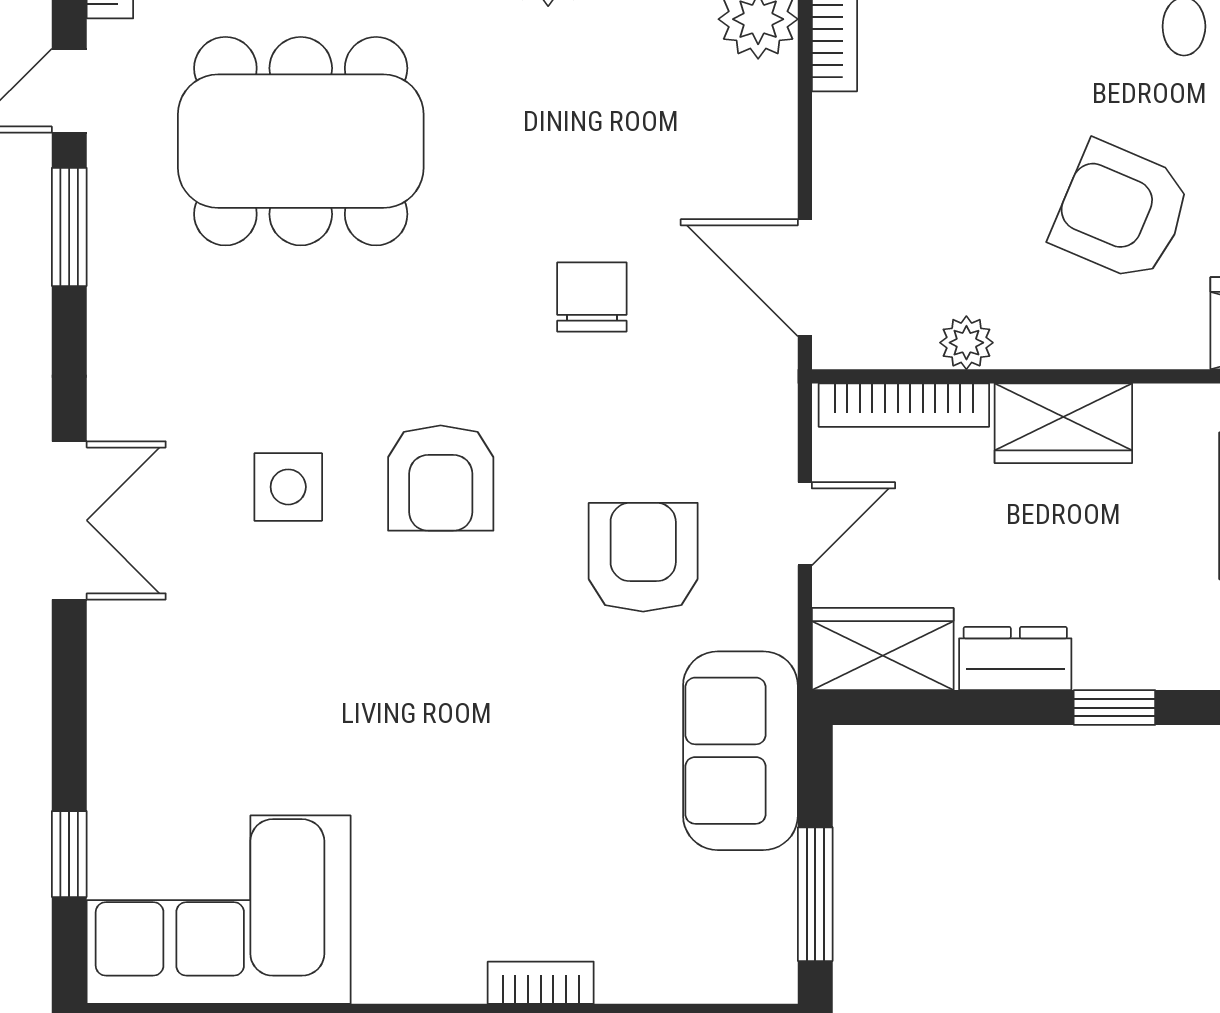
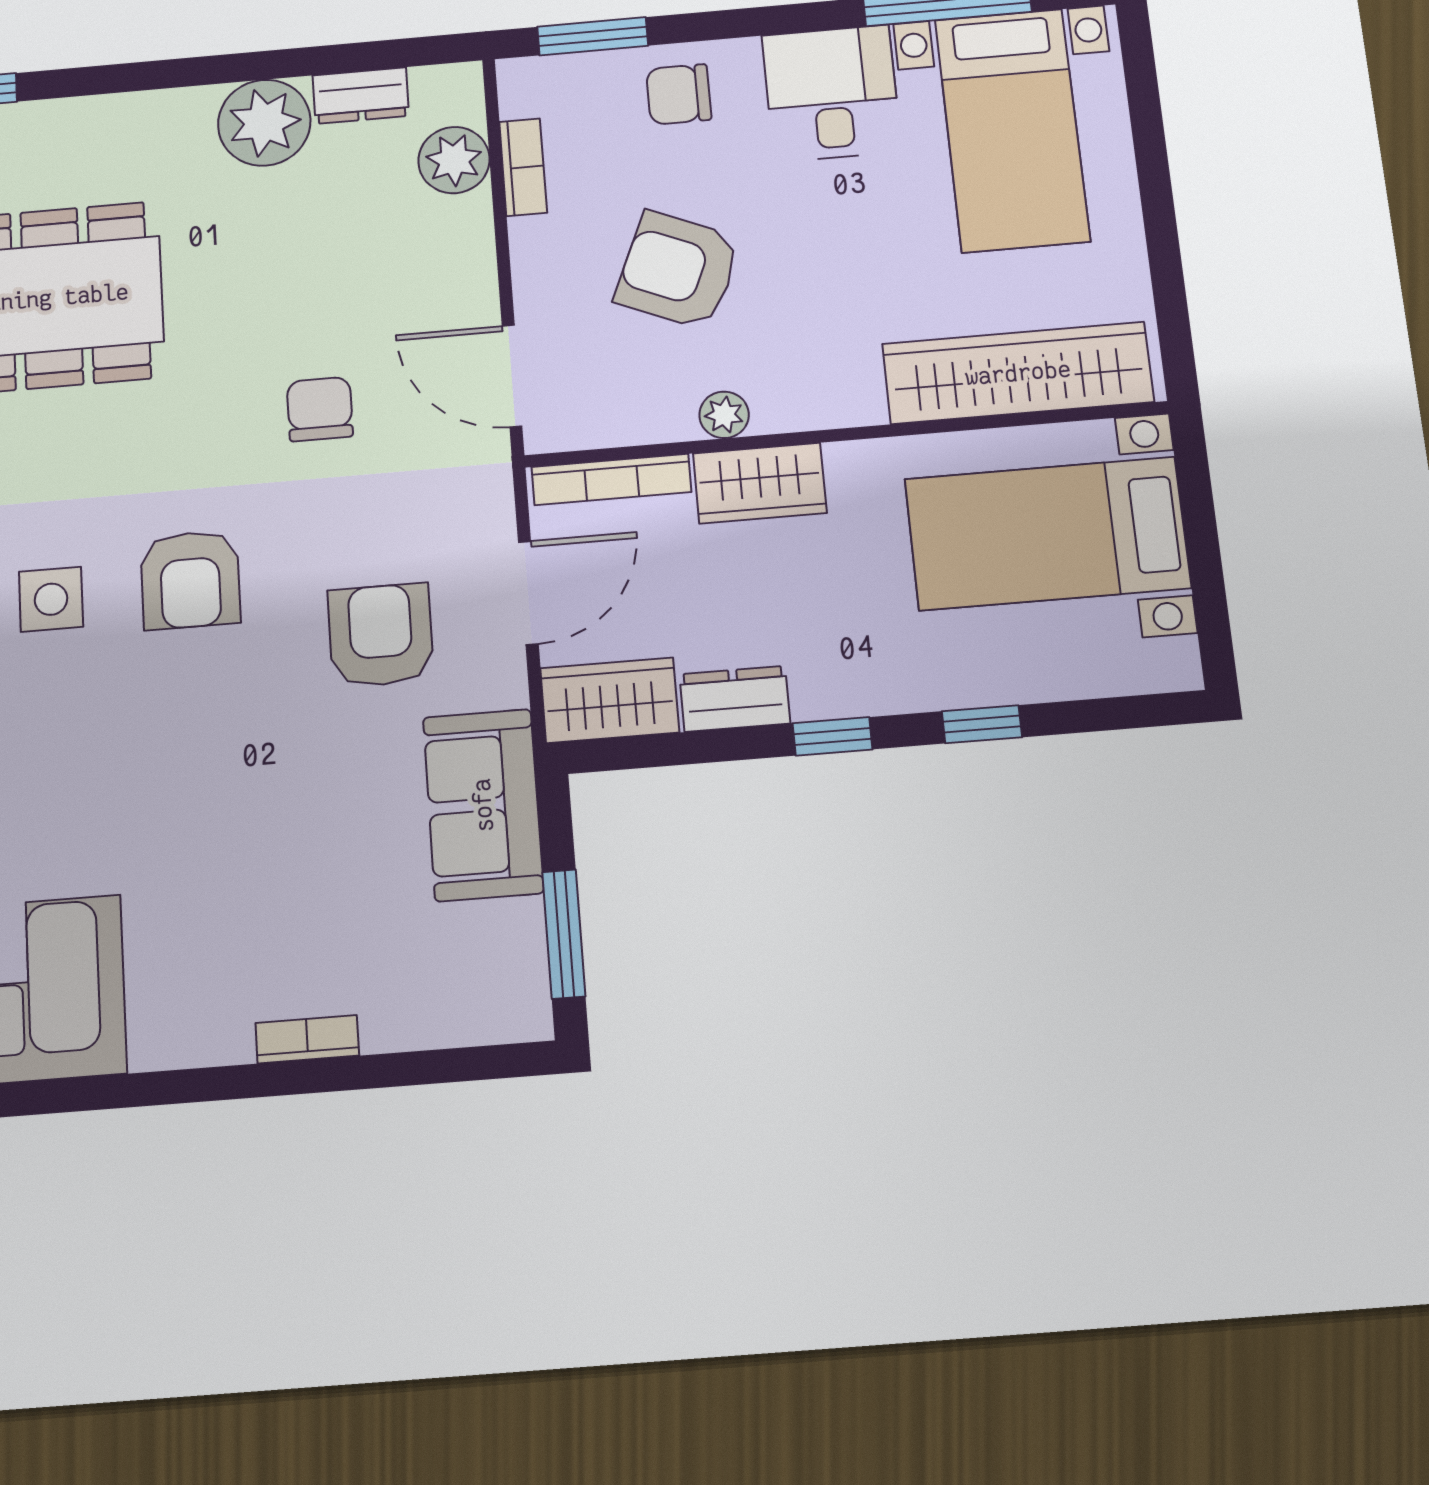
armchair: (1122, 212) -> (678, 270), moved
plant: (966, 343) -> (724, 415), moved
door: (805, 524) -> (528, 593), width x1.37

